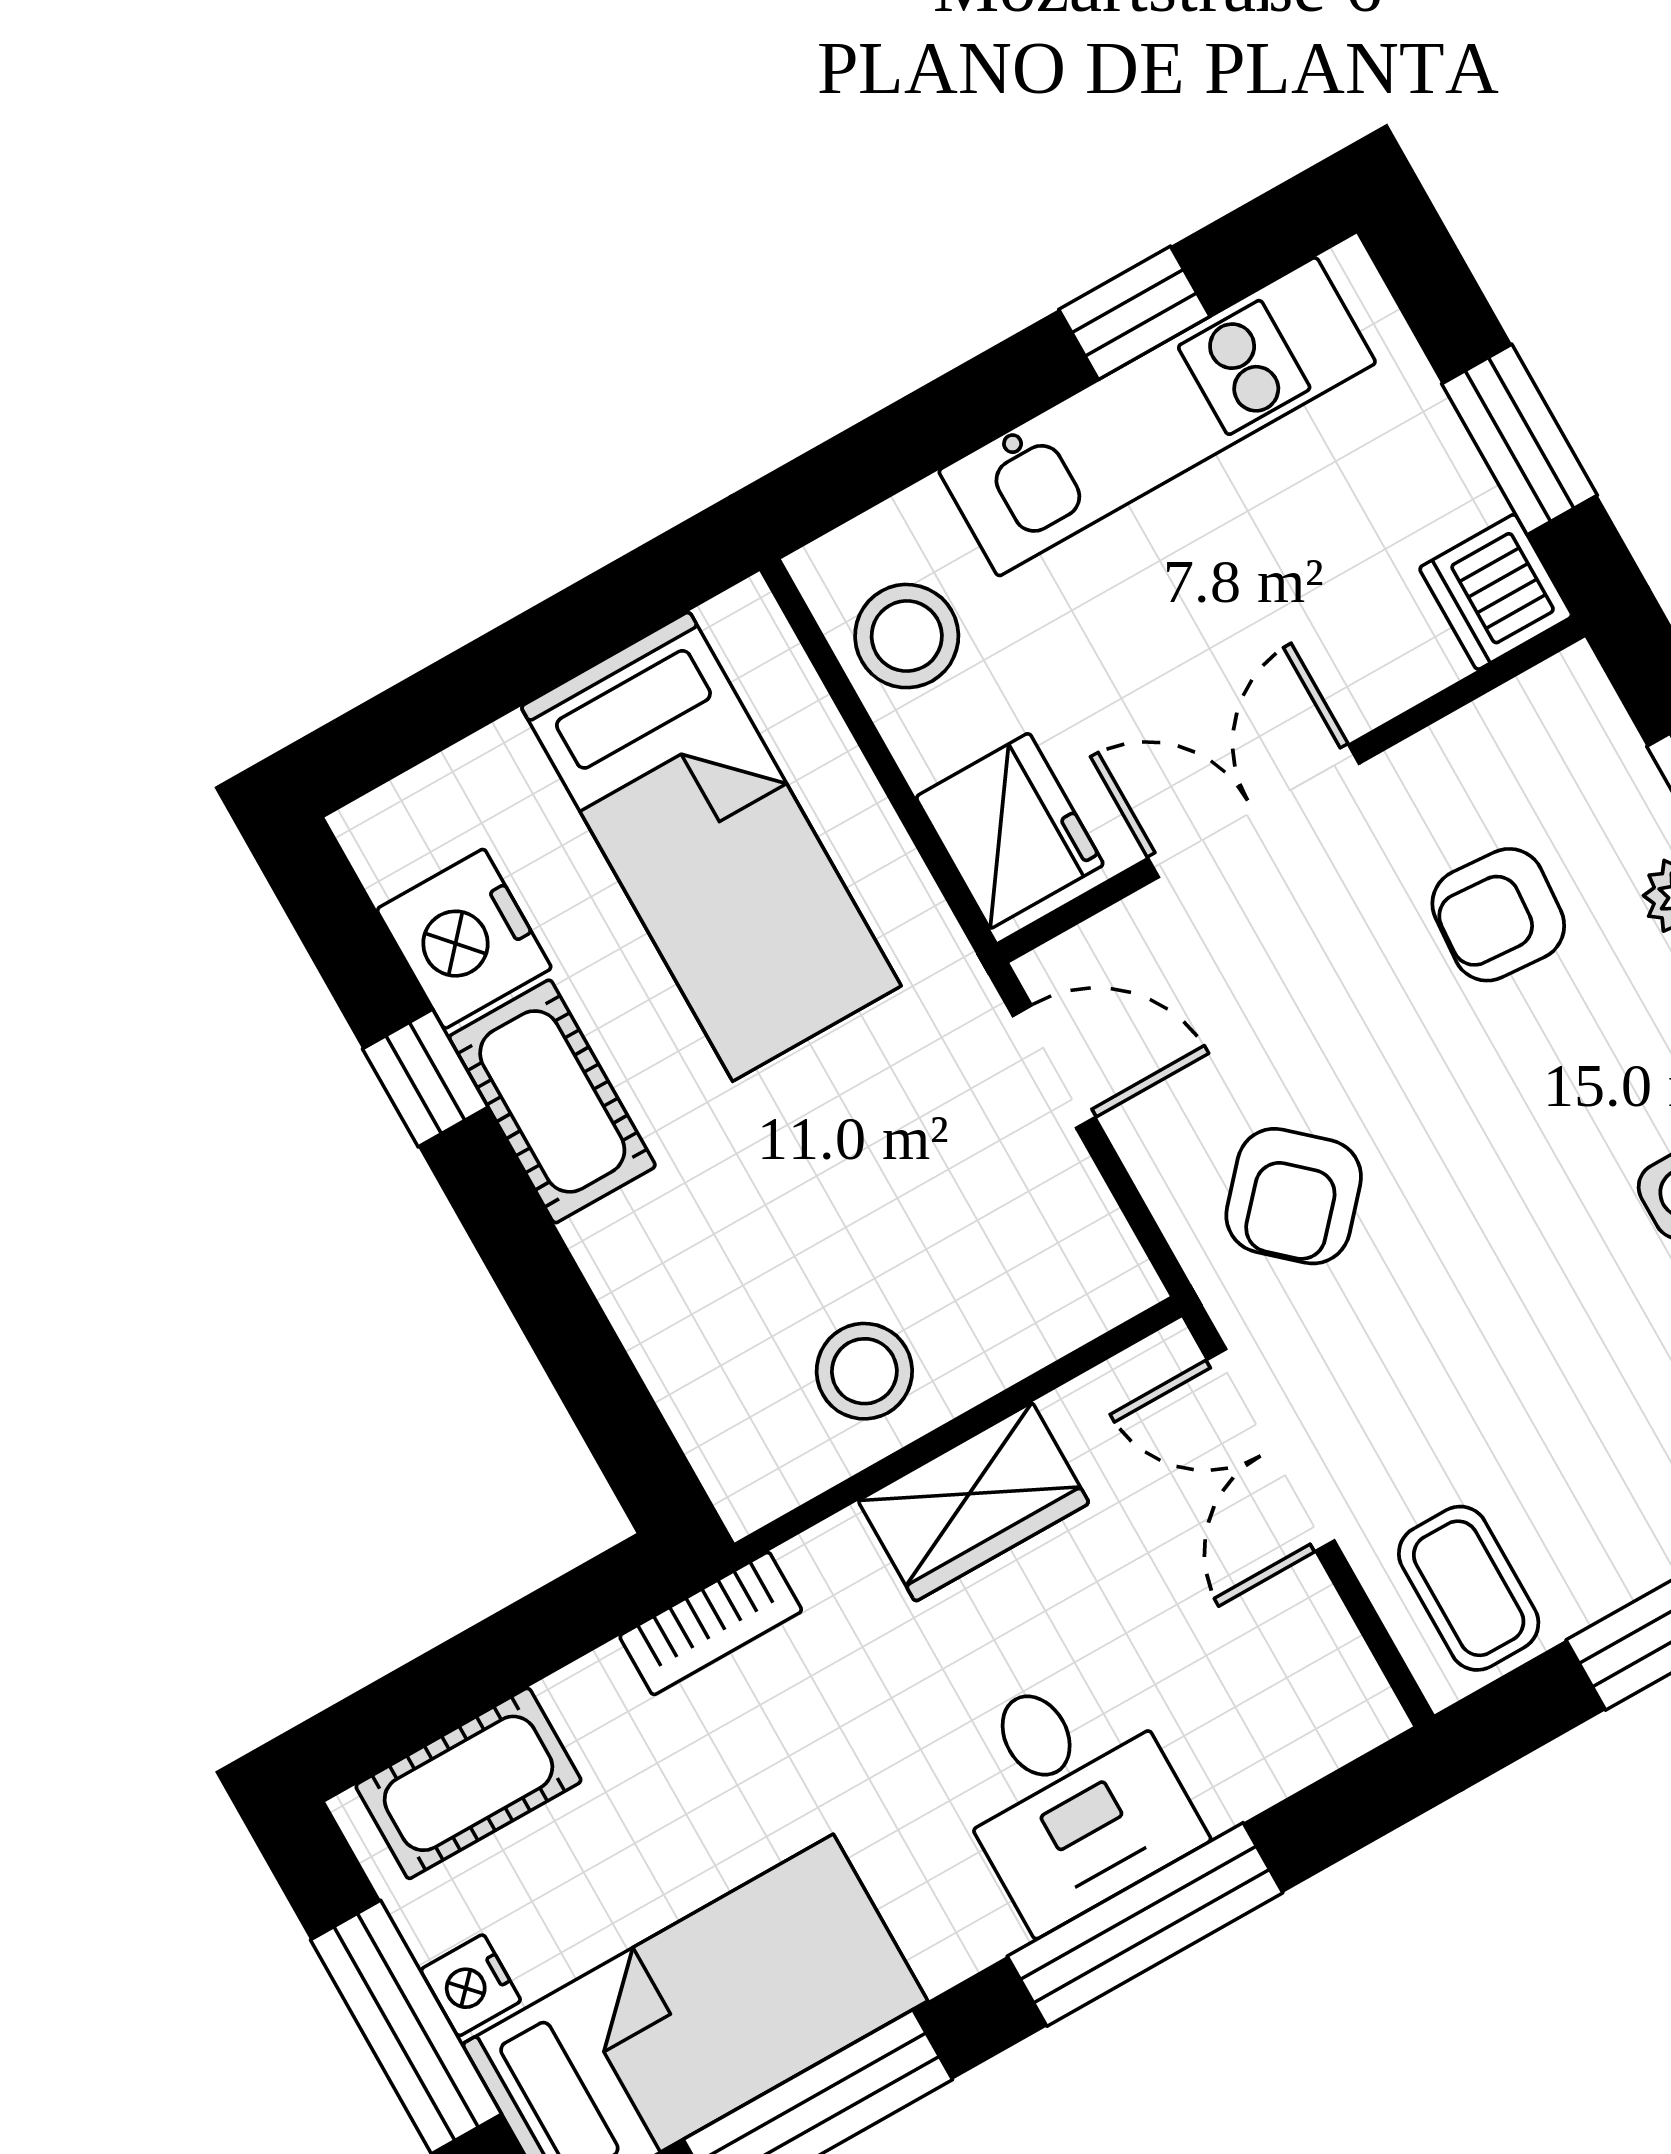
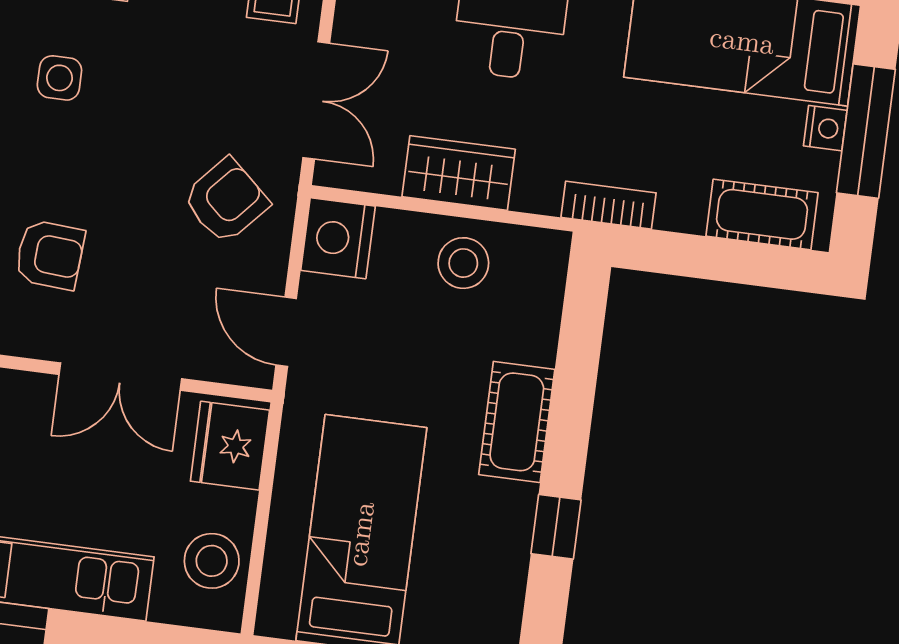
nightstand: (464, 939) -> (338, 238), moved, turned 180
cot: (552, 1101) -> (517, 422), moved

